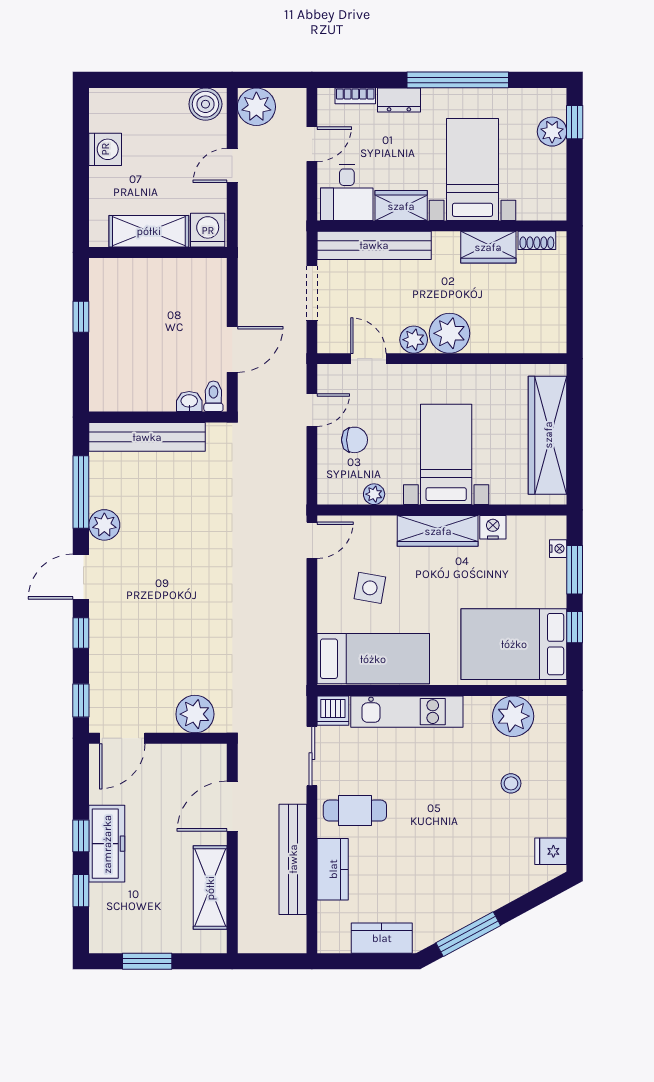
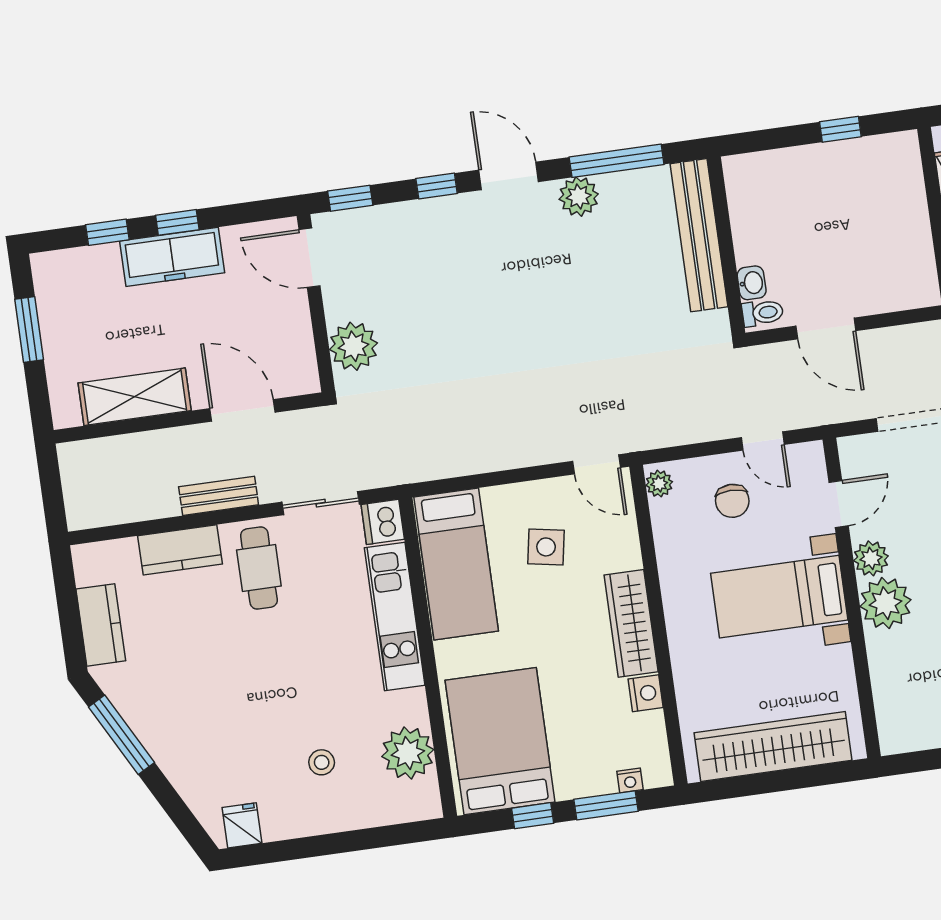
bed with nightstands: (446, 454) -> (779, 597), moved, turned 180
plant: (374, 494) -> (659, 484), moved
bench: (293, 859) -> (219, 496), width x0.54, depth x0.82

